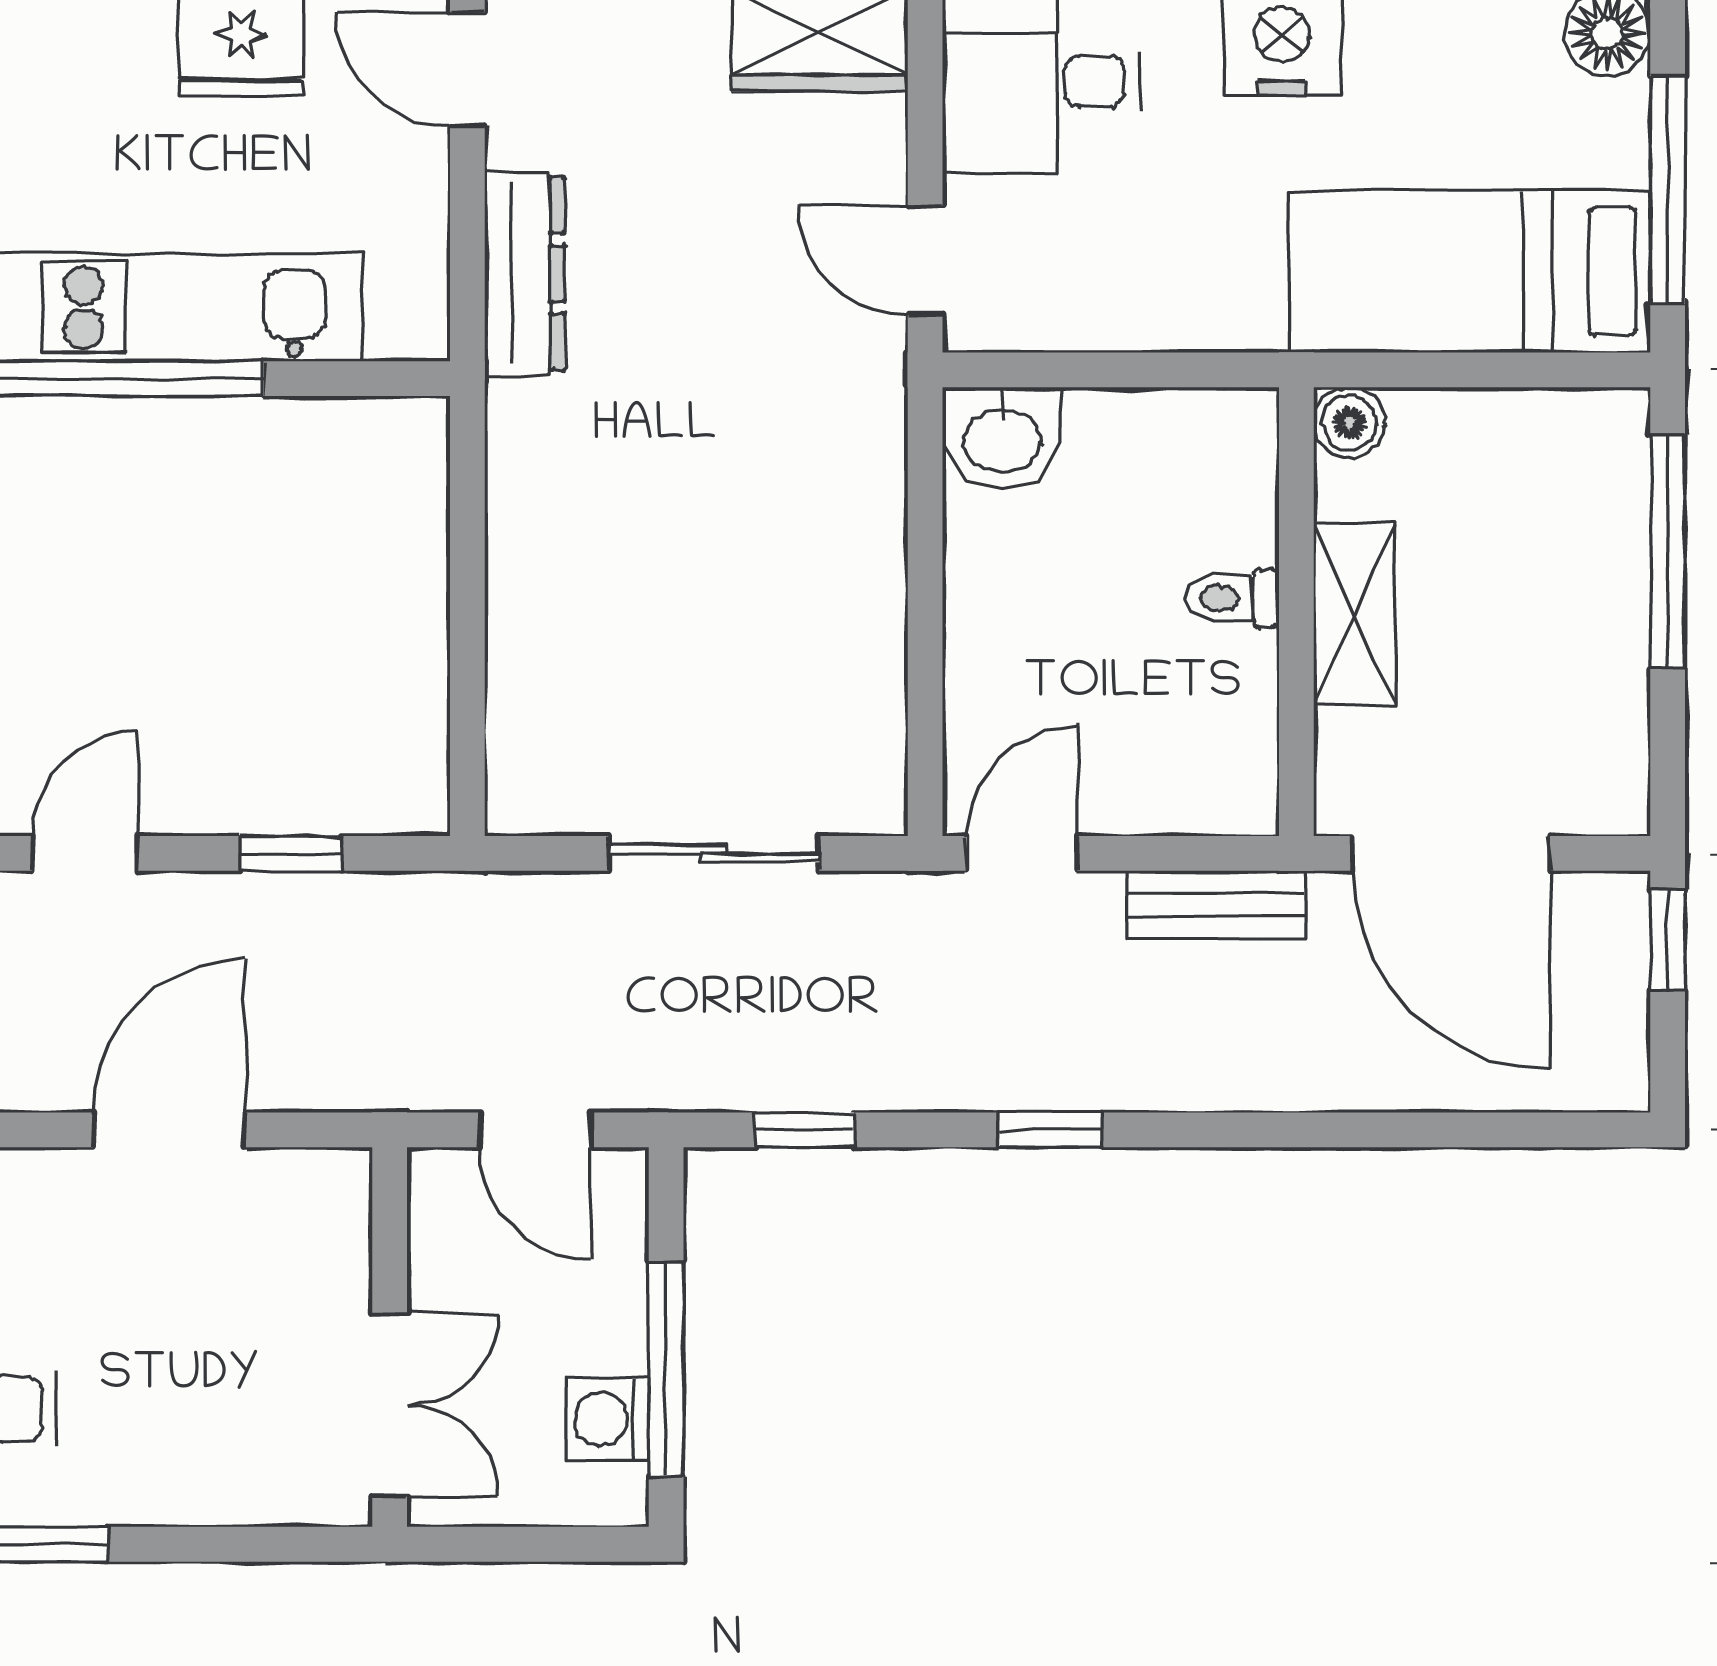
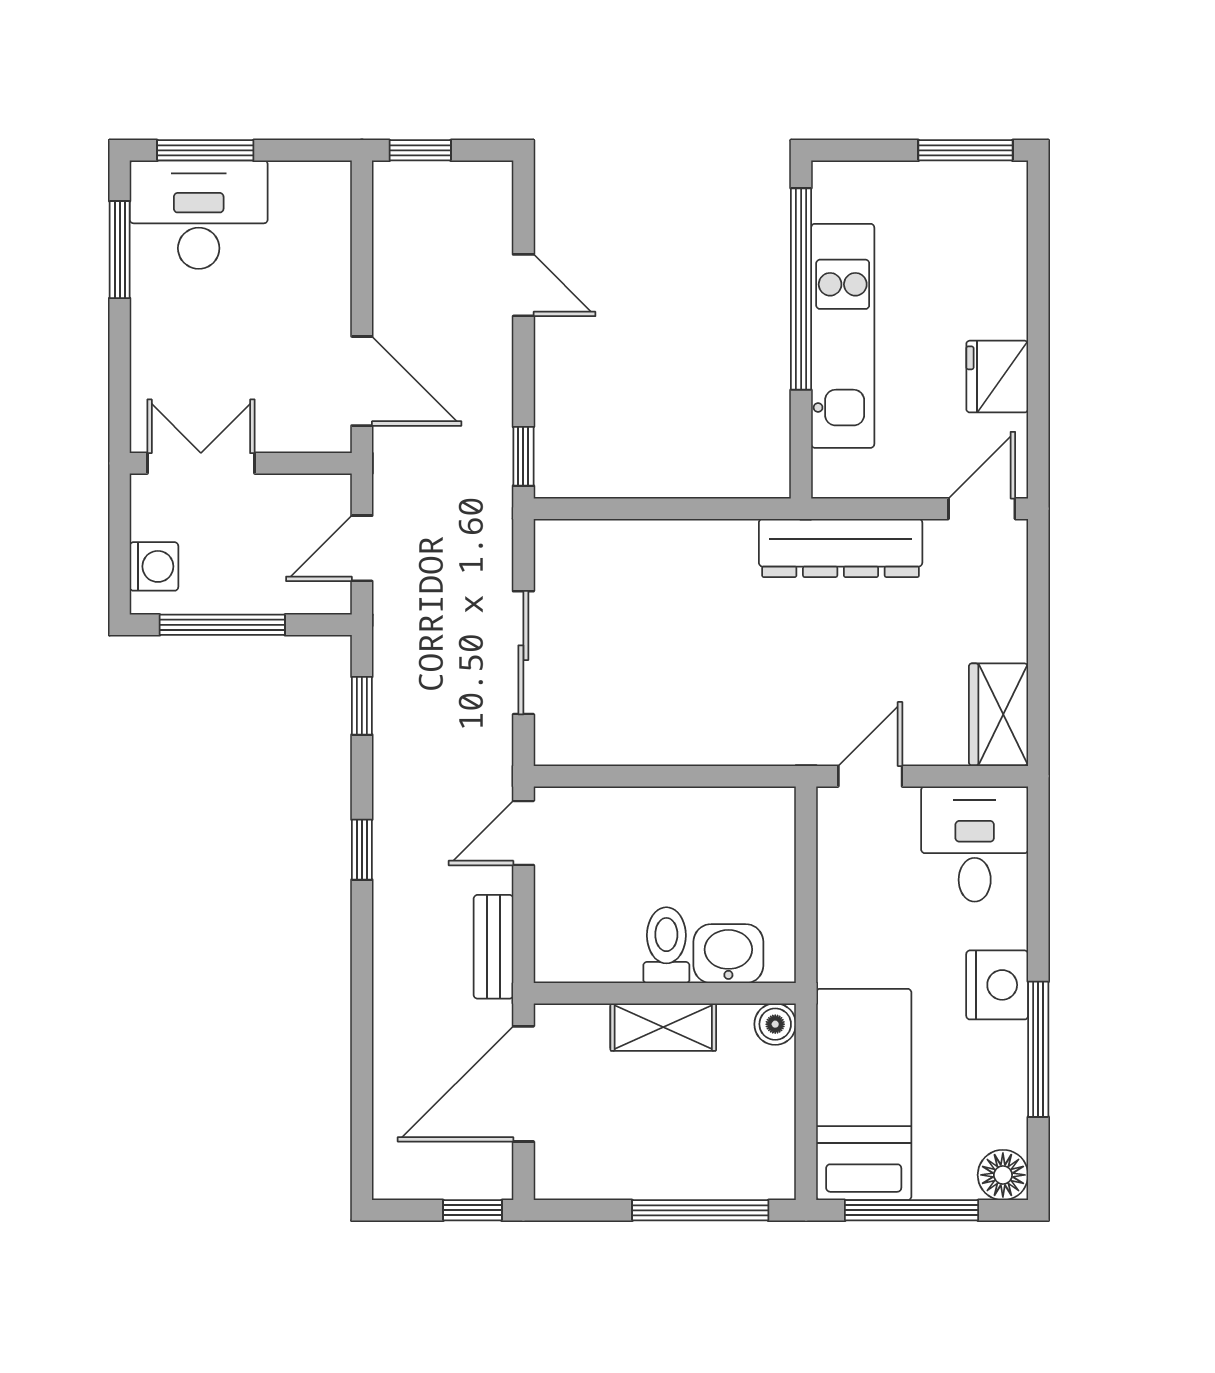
dresser: (525, 274) -> (841, 548), width x1.37, depth x1.24
washbasin: (1002, 438) -> (728, 954), moved, turned 90
toilet: (1232, 598) -> (666, 945), width x1.37, depth x1.39
window: (291, 853) -> (523, 456), moved
door: (1022, 853) -> (523, 833), swing flipped
door: (169, 1130) -> (362, 381), moved
double door: (390, 1405) -> (201, 463), swing flipped
washing machine: (607, 1419) -> (154, 566), moved, turned 90

